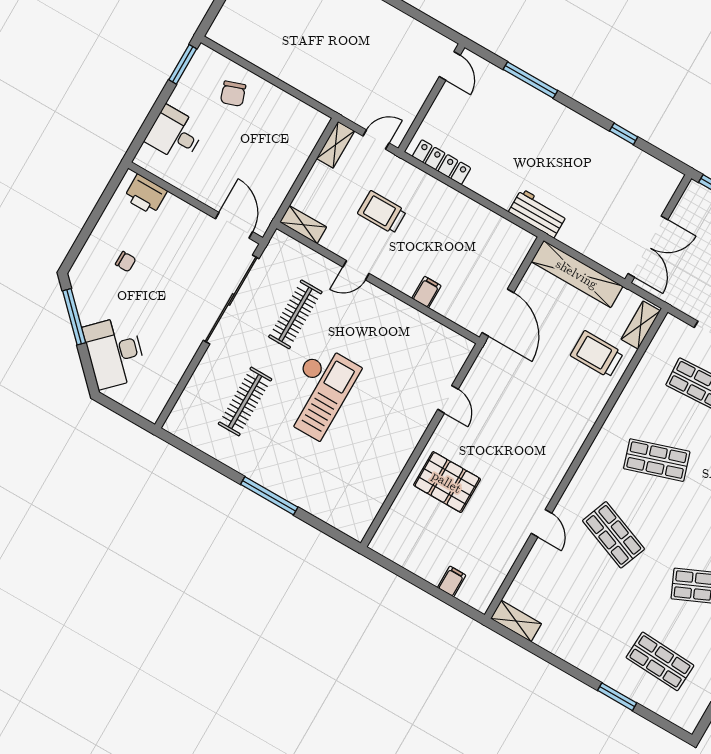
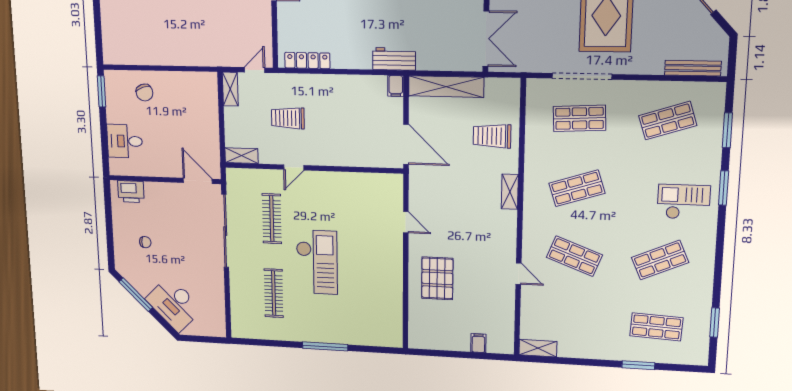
filing cabinet: (426, 292) -> (396, 86), moved, turned 180
shelving: (641, 325) -> (510, 192), moved
pallet: (447, 482) -> (437, 278), turned 90

